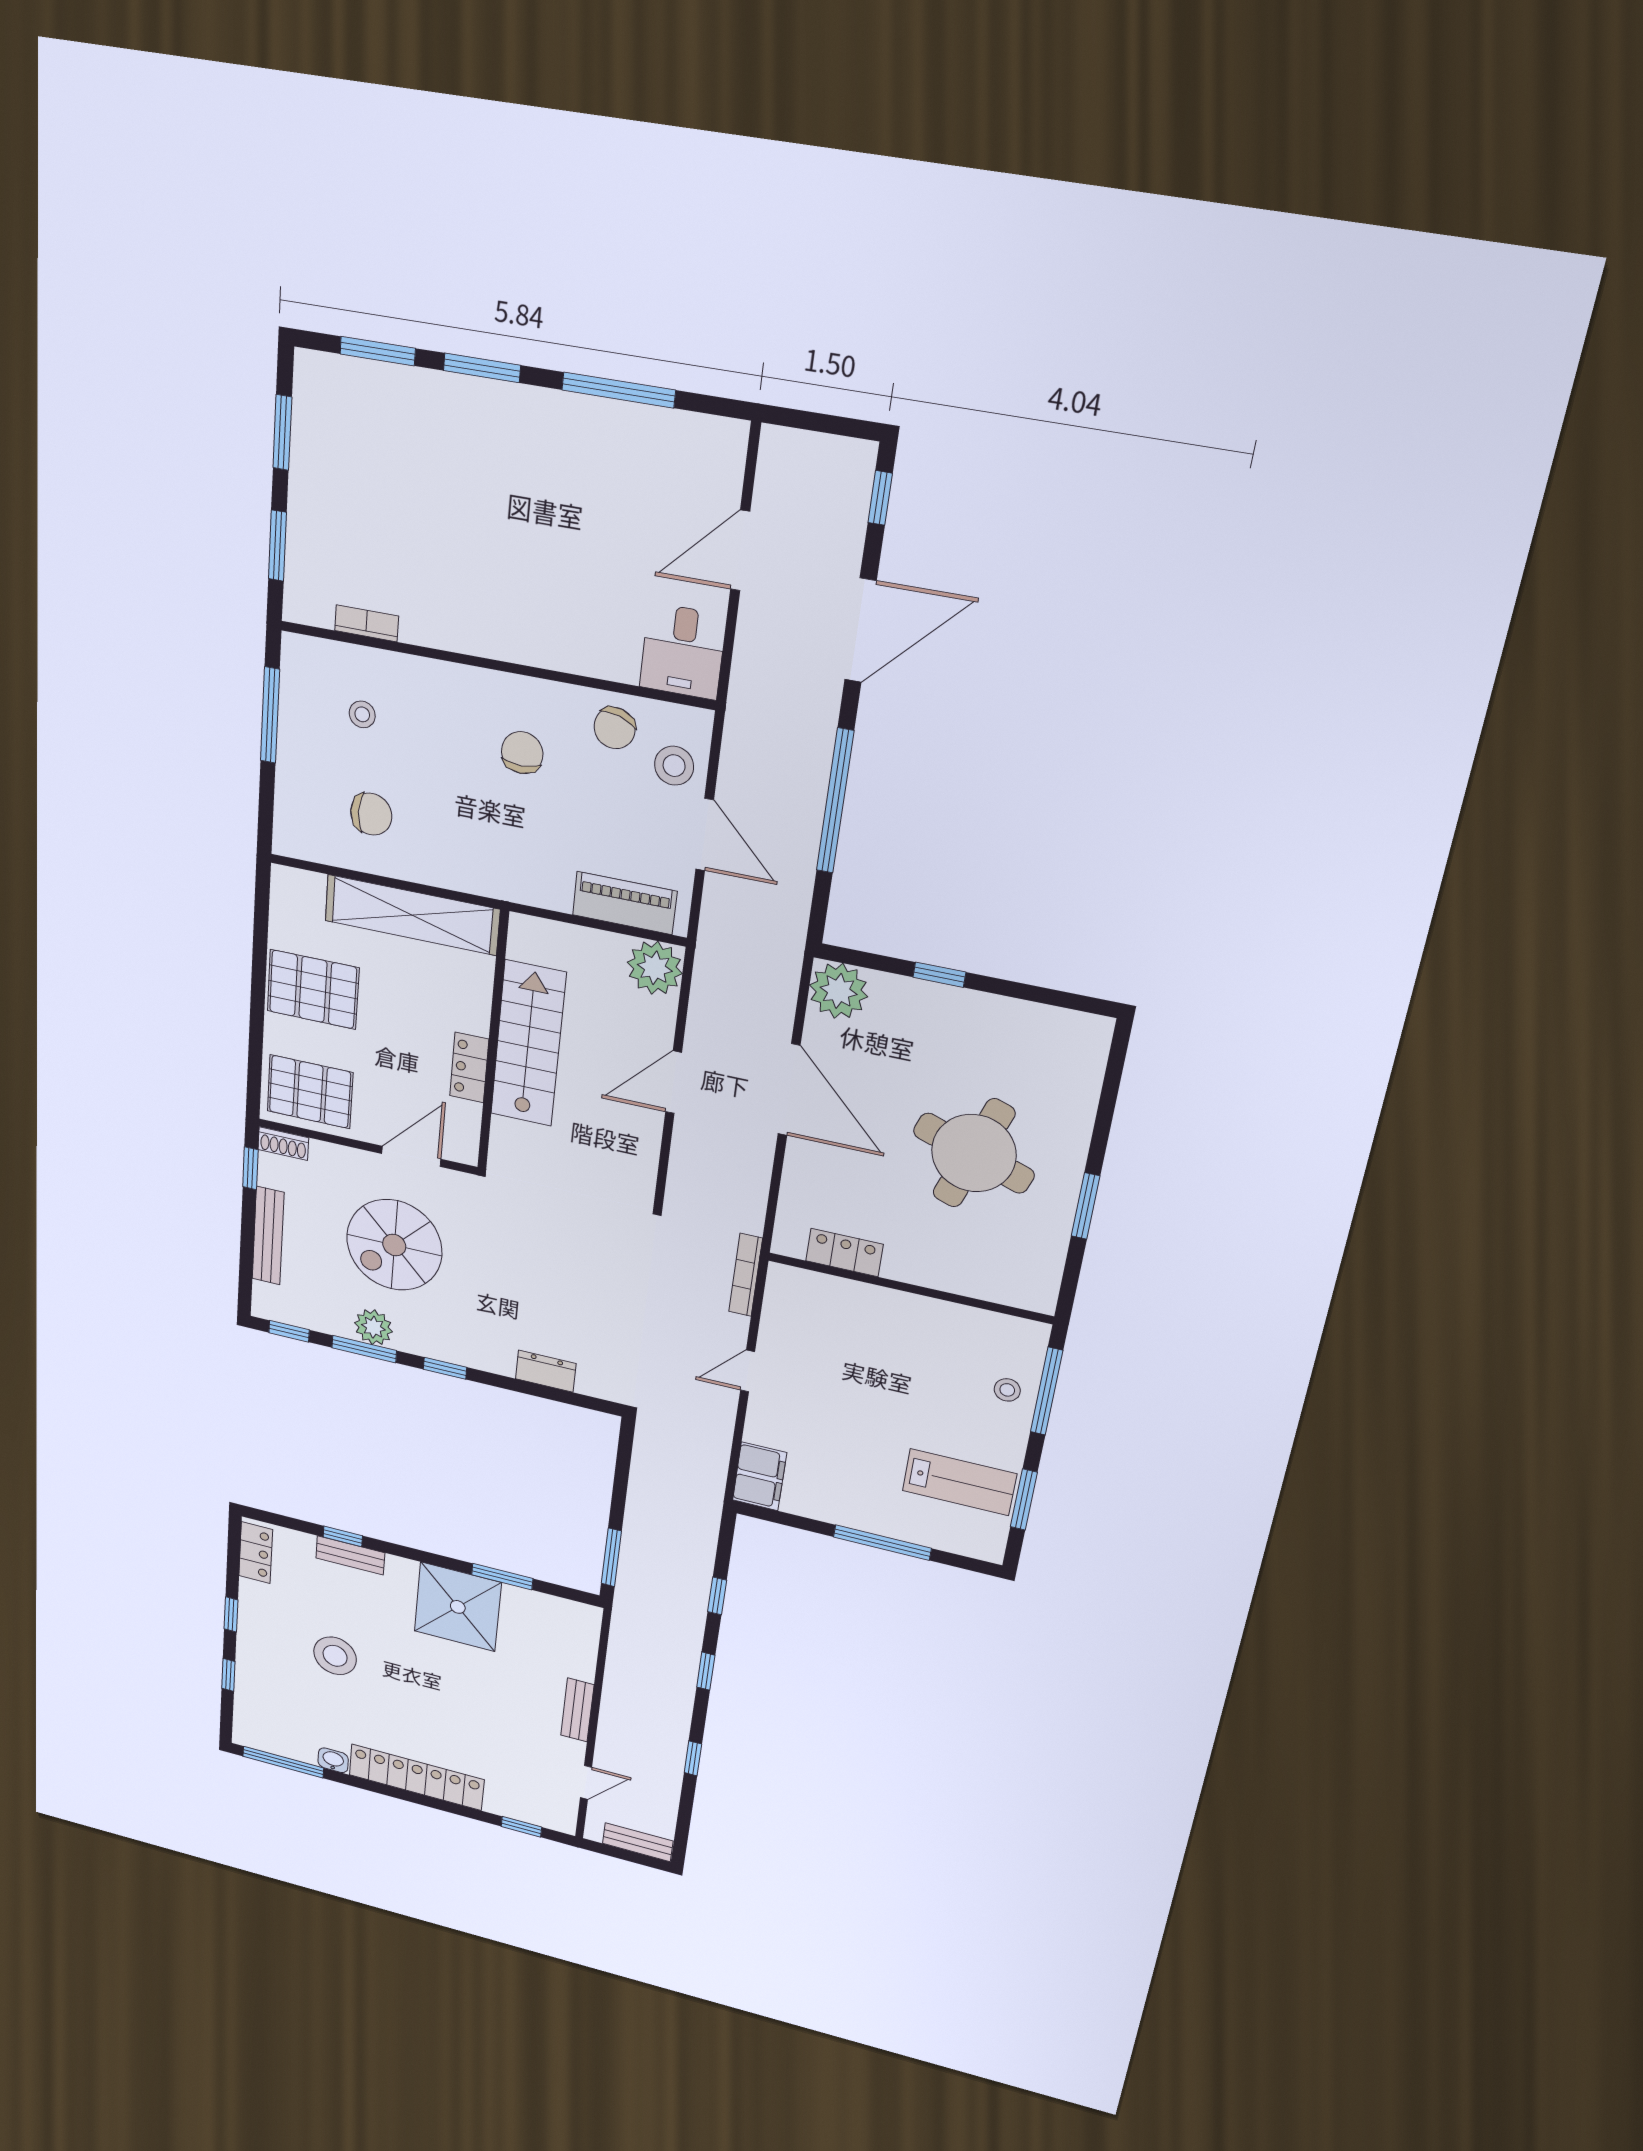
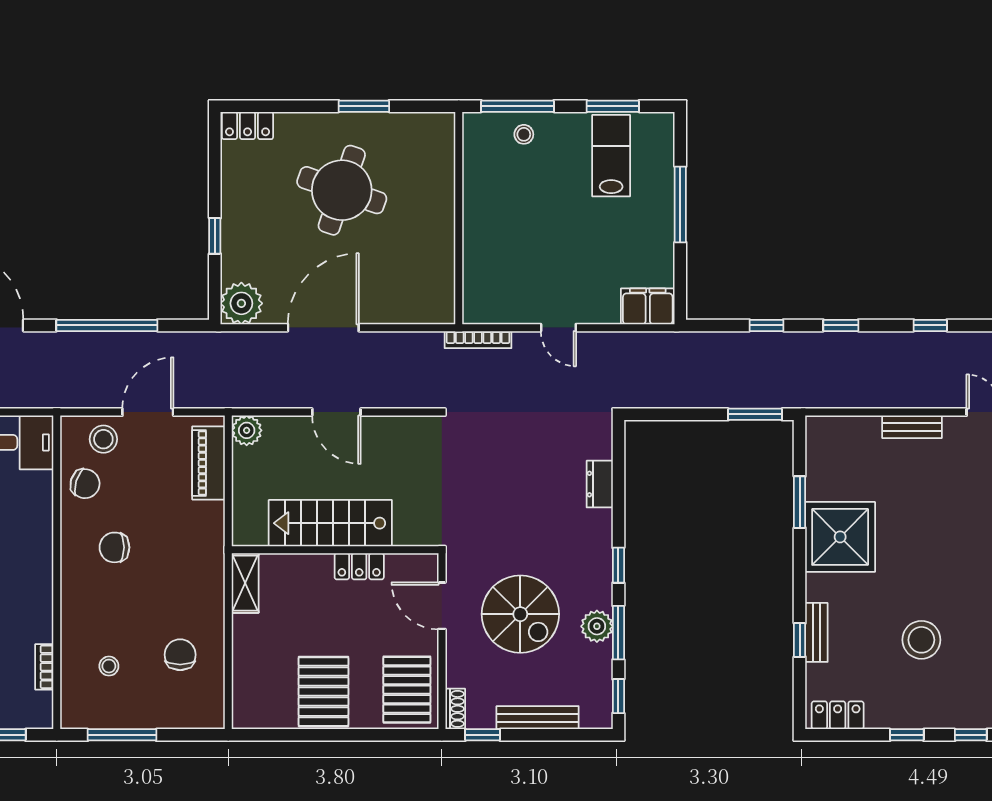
shelving: (412, 915) -> (245, 583), width x0.45, depth x0.75
plant: (655, 968) -> (247, 430), width x0.73, depth x0.73
locker: (844, 1253) -> (248, 126), moved, turned -90

